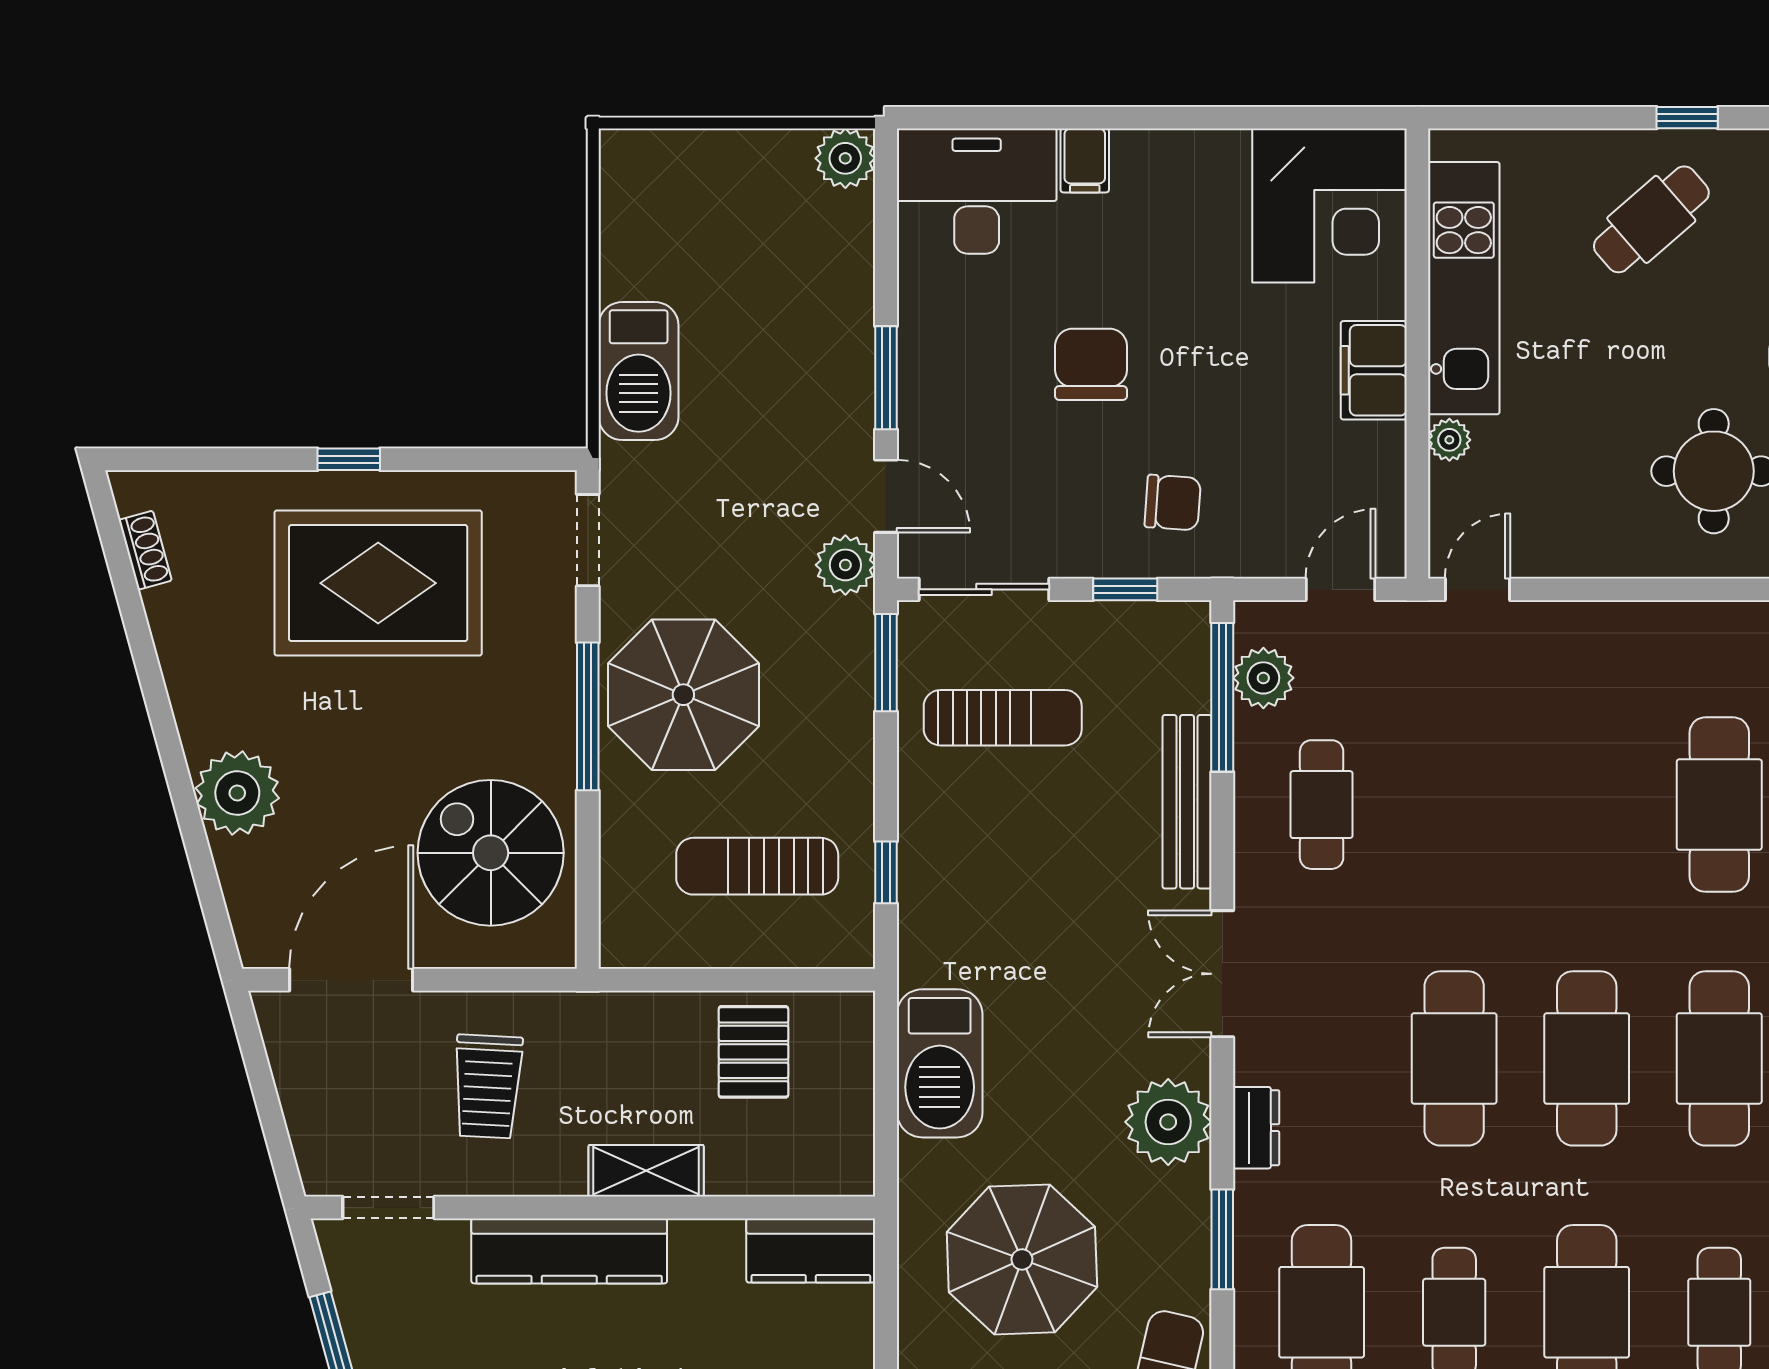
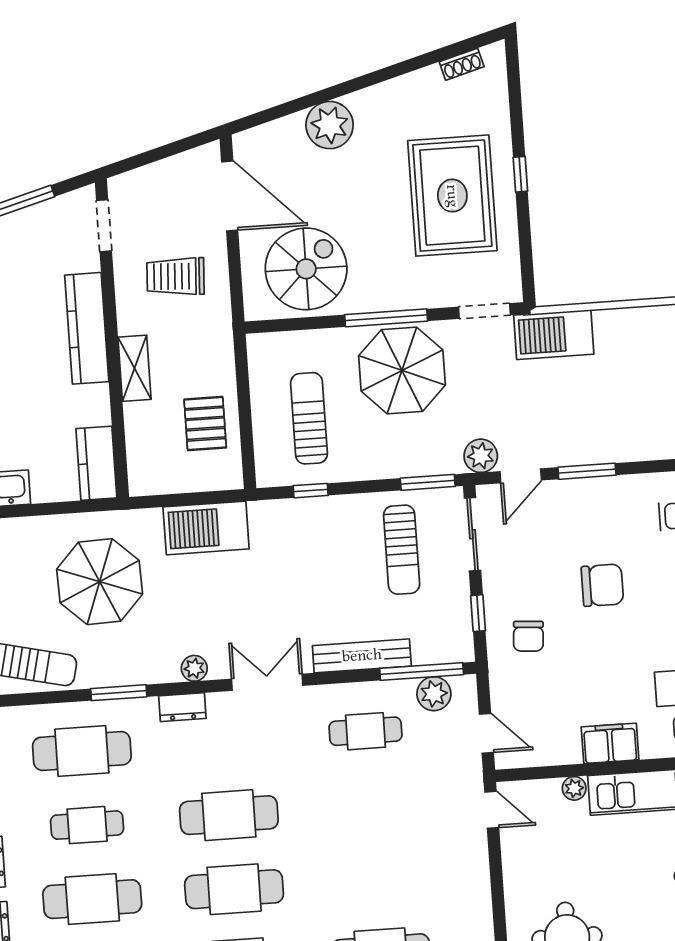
barbecue: (639, 371) -> (554, 335), moved
pallet: (754, 1052) -> (205, 424), turned 90
plant: (1168, 1122) -> (194, 668), width x0.53, depth x0.53

